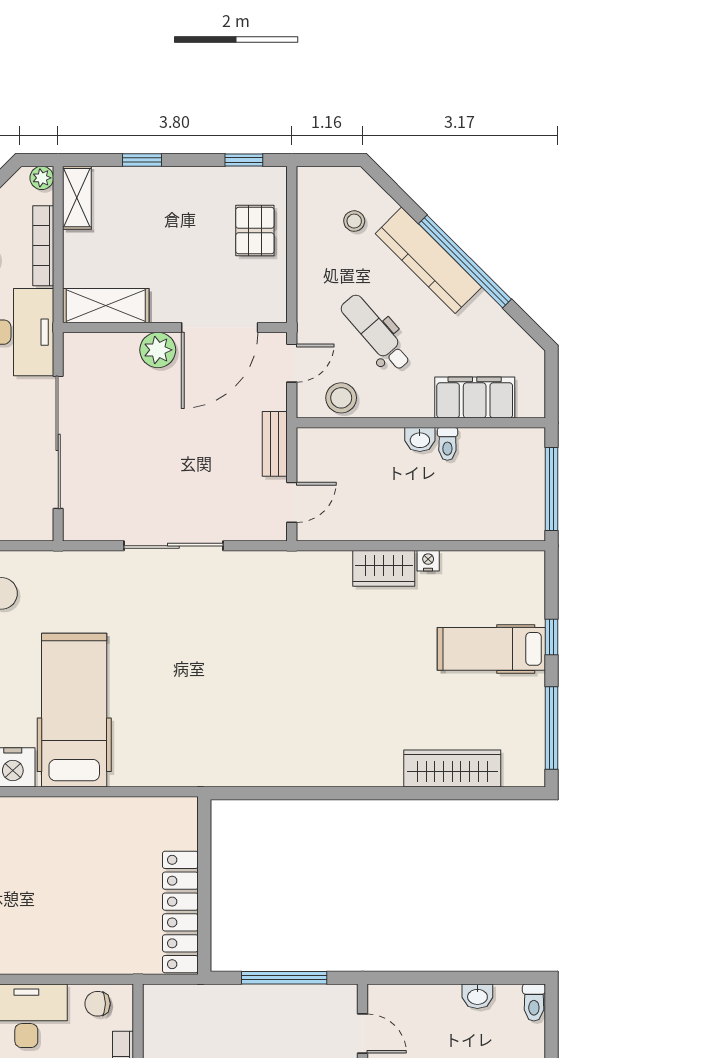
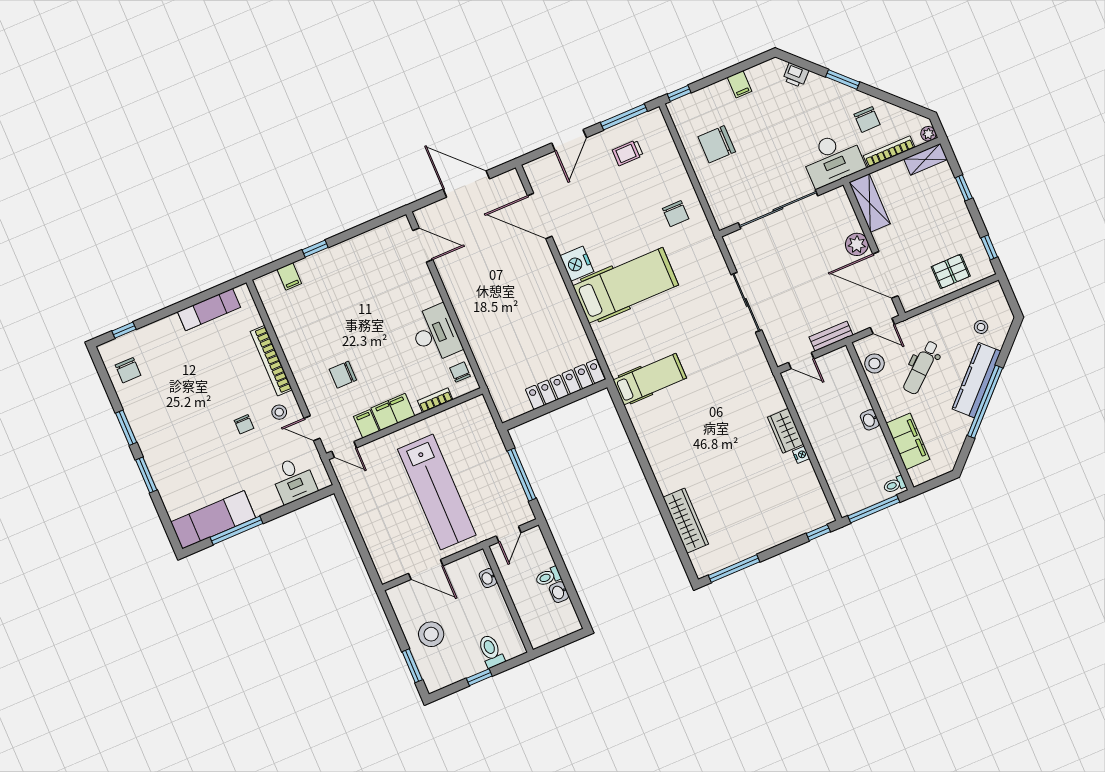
dental chair: (376, 333) -> (921, 367), turned 180
toilet: (447, 444) -> (894, 485), moved
window: (552, 637) -> (818, 533), moved
hospital bed: (491, 649) -> (650, 379), moved, turned 90
locker: (180, 912) -> (565, 384), moved
toilet: (534, 1002) -> (548, 577), moved

